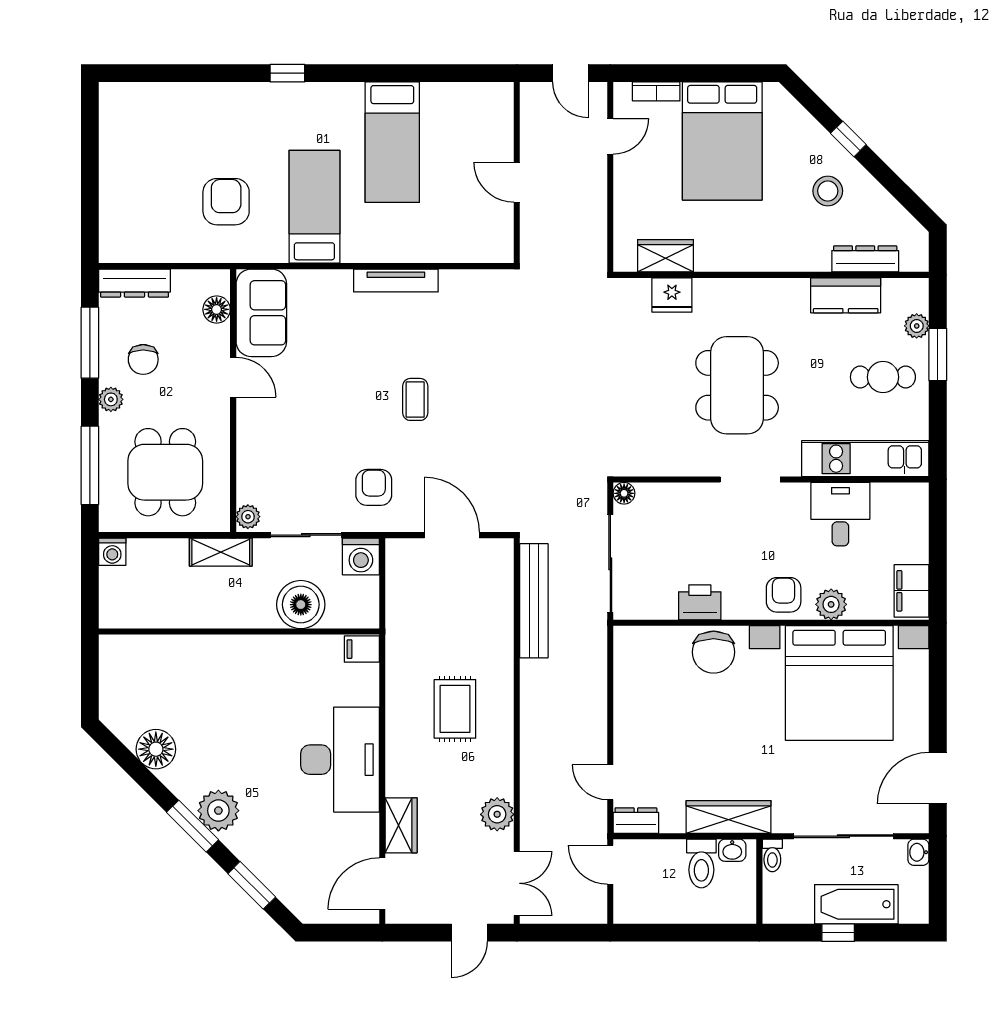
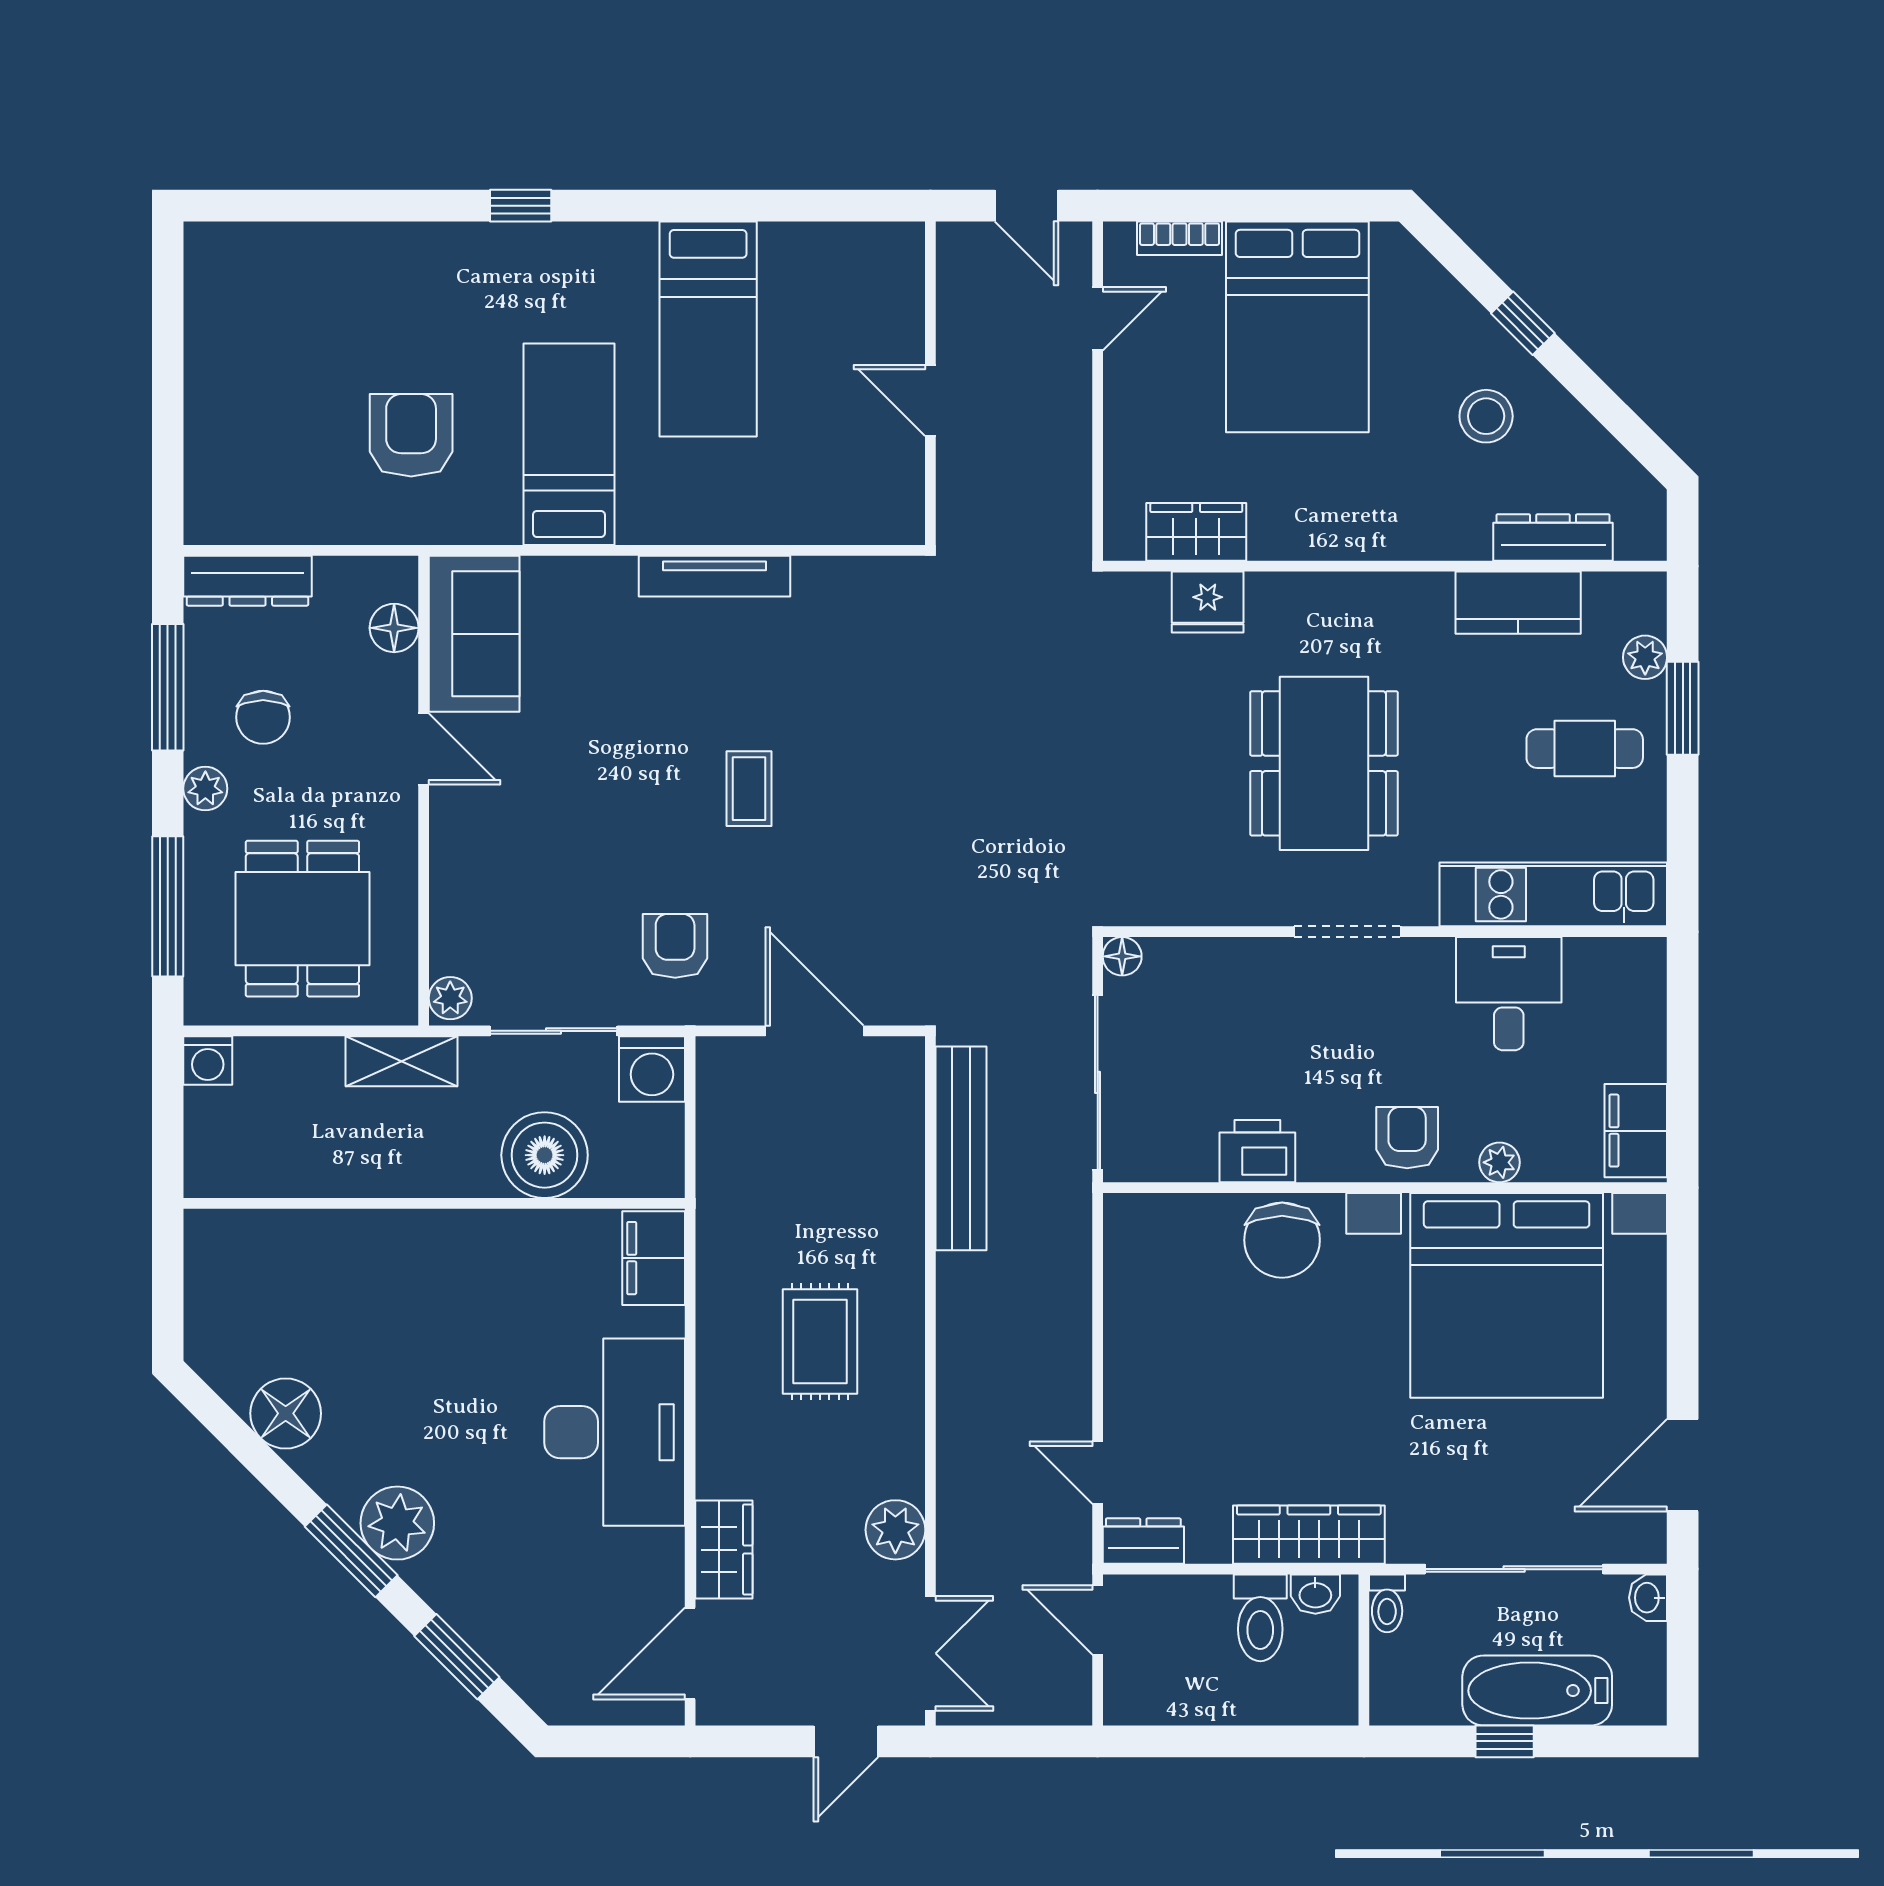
plant: (831, 604) -> (1500, 1162), width x0.73, depth x0.73
filing cabinet: (362, 649) -> (654, 1258), width x2.00

